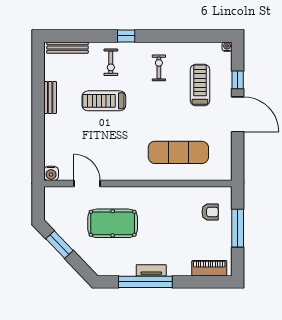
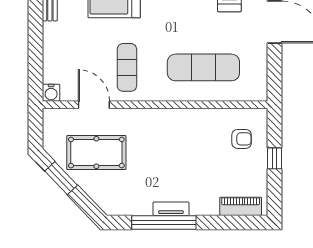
exercise mat: (114, 152) -> (127, 67), added
pool table: (113, 223) -> (96, 153), moved
window: (238, 228) -> (274, 158), width x0.46

